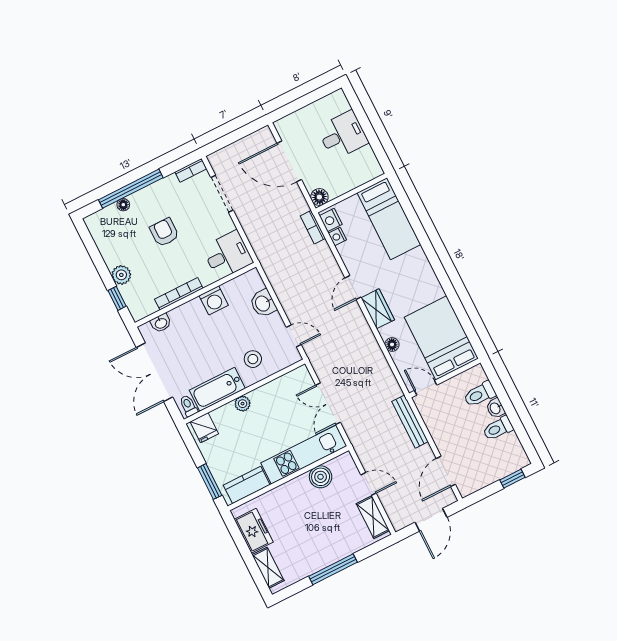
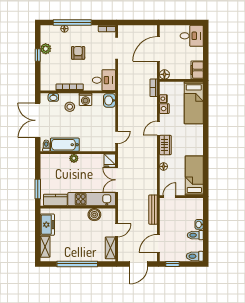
desk: (343, 135) -> (192, 36), moved
door: (289, 161) -> (158, 49), hinge flipped
filing cabinet: (368, 164) -> (197, 70), added
nightstand: (331, 220) -> (164, 109), moved
plant: (121, 275) -> (46, 49), moved
window: (117, 298) -> (38, 55), moved
washbasin: (263, 303) -> (109, 100), moved
door: (294, 336) -> (117, 137), hinge flipped
bed: (441, 338) -> (194, 176), width x0.67
stool: (253, 359) -> (70, 107), moved
door: (426, 388) -> (169, 197), hinge flipped
toilet: (480, 394) -> (195, 256), moved
fridge: (204, 428) -> (110, 161), moved
window: (512, 479) -> (172, 264), moved
door: (369, 484) -> (117, 230), hinge flipped
window: (333, 569) -> (77, 264), width x1.46

